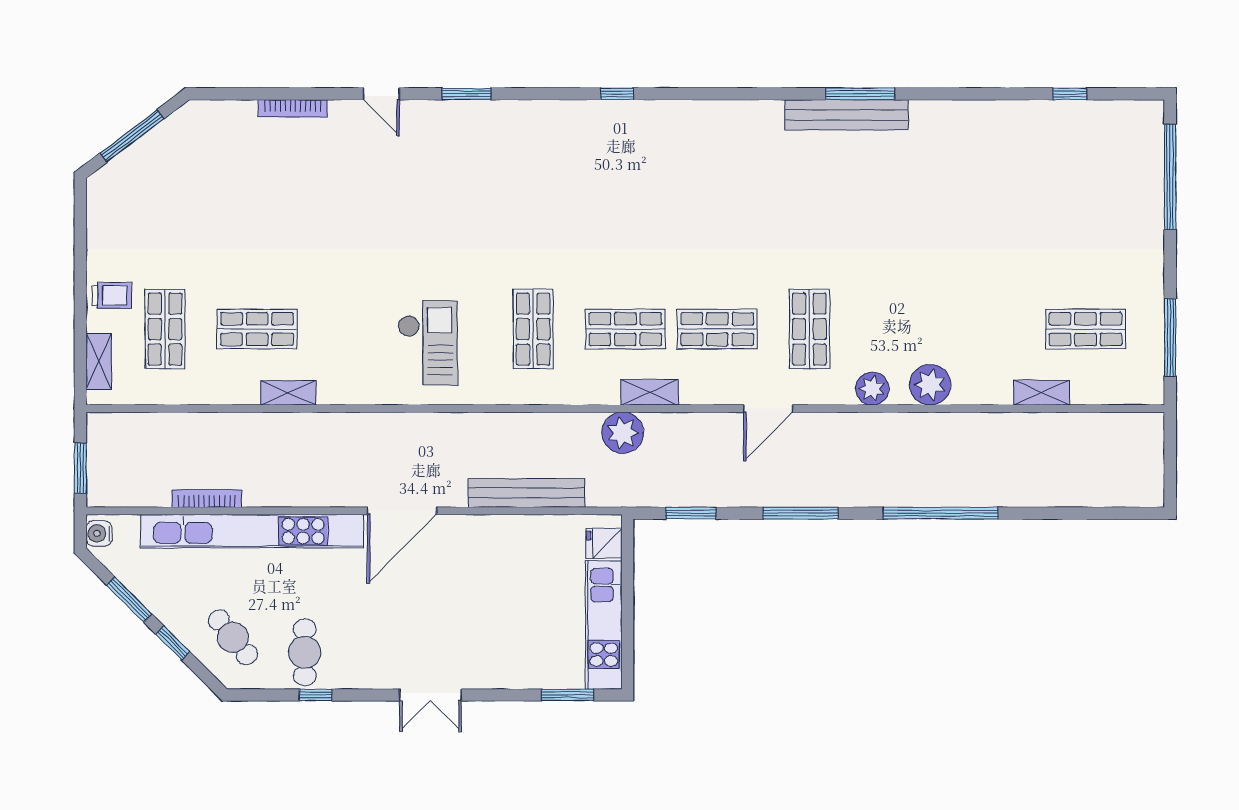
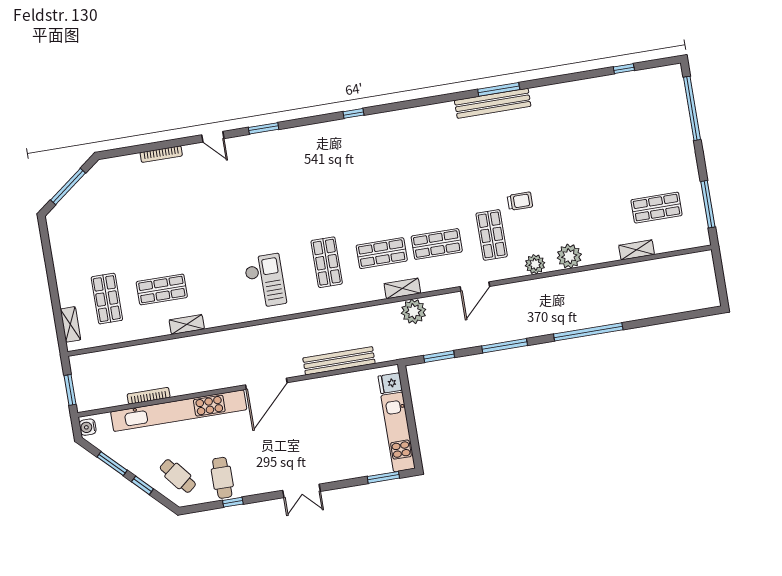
trolley: (112, 296) -> (520, 201), moved
plant: (623, 433) -> (414, 311), moved

